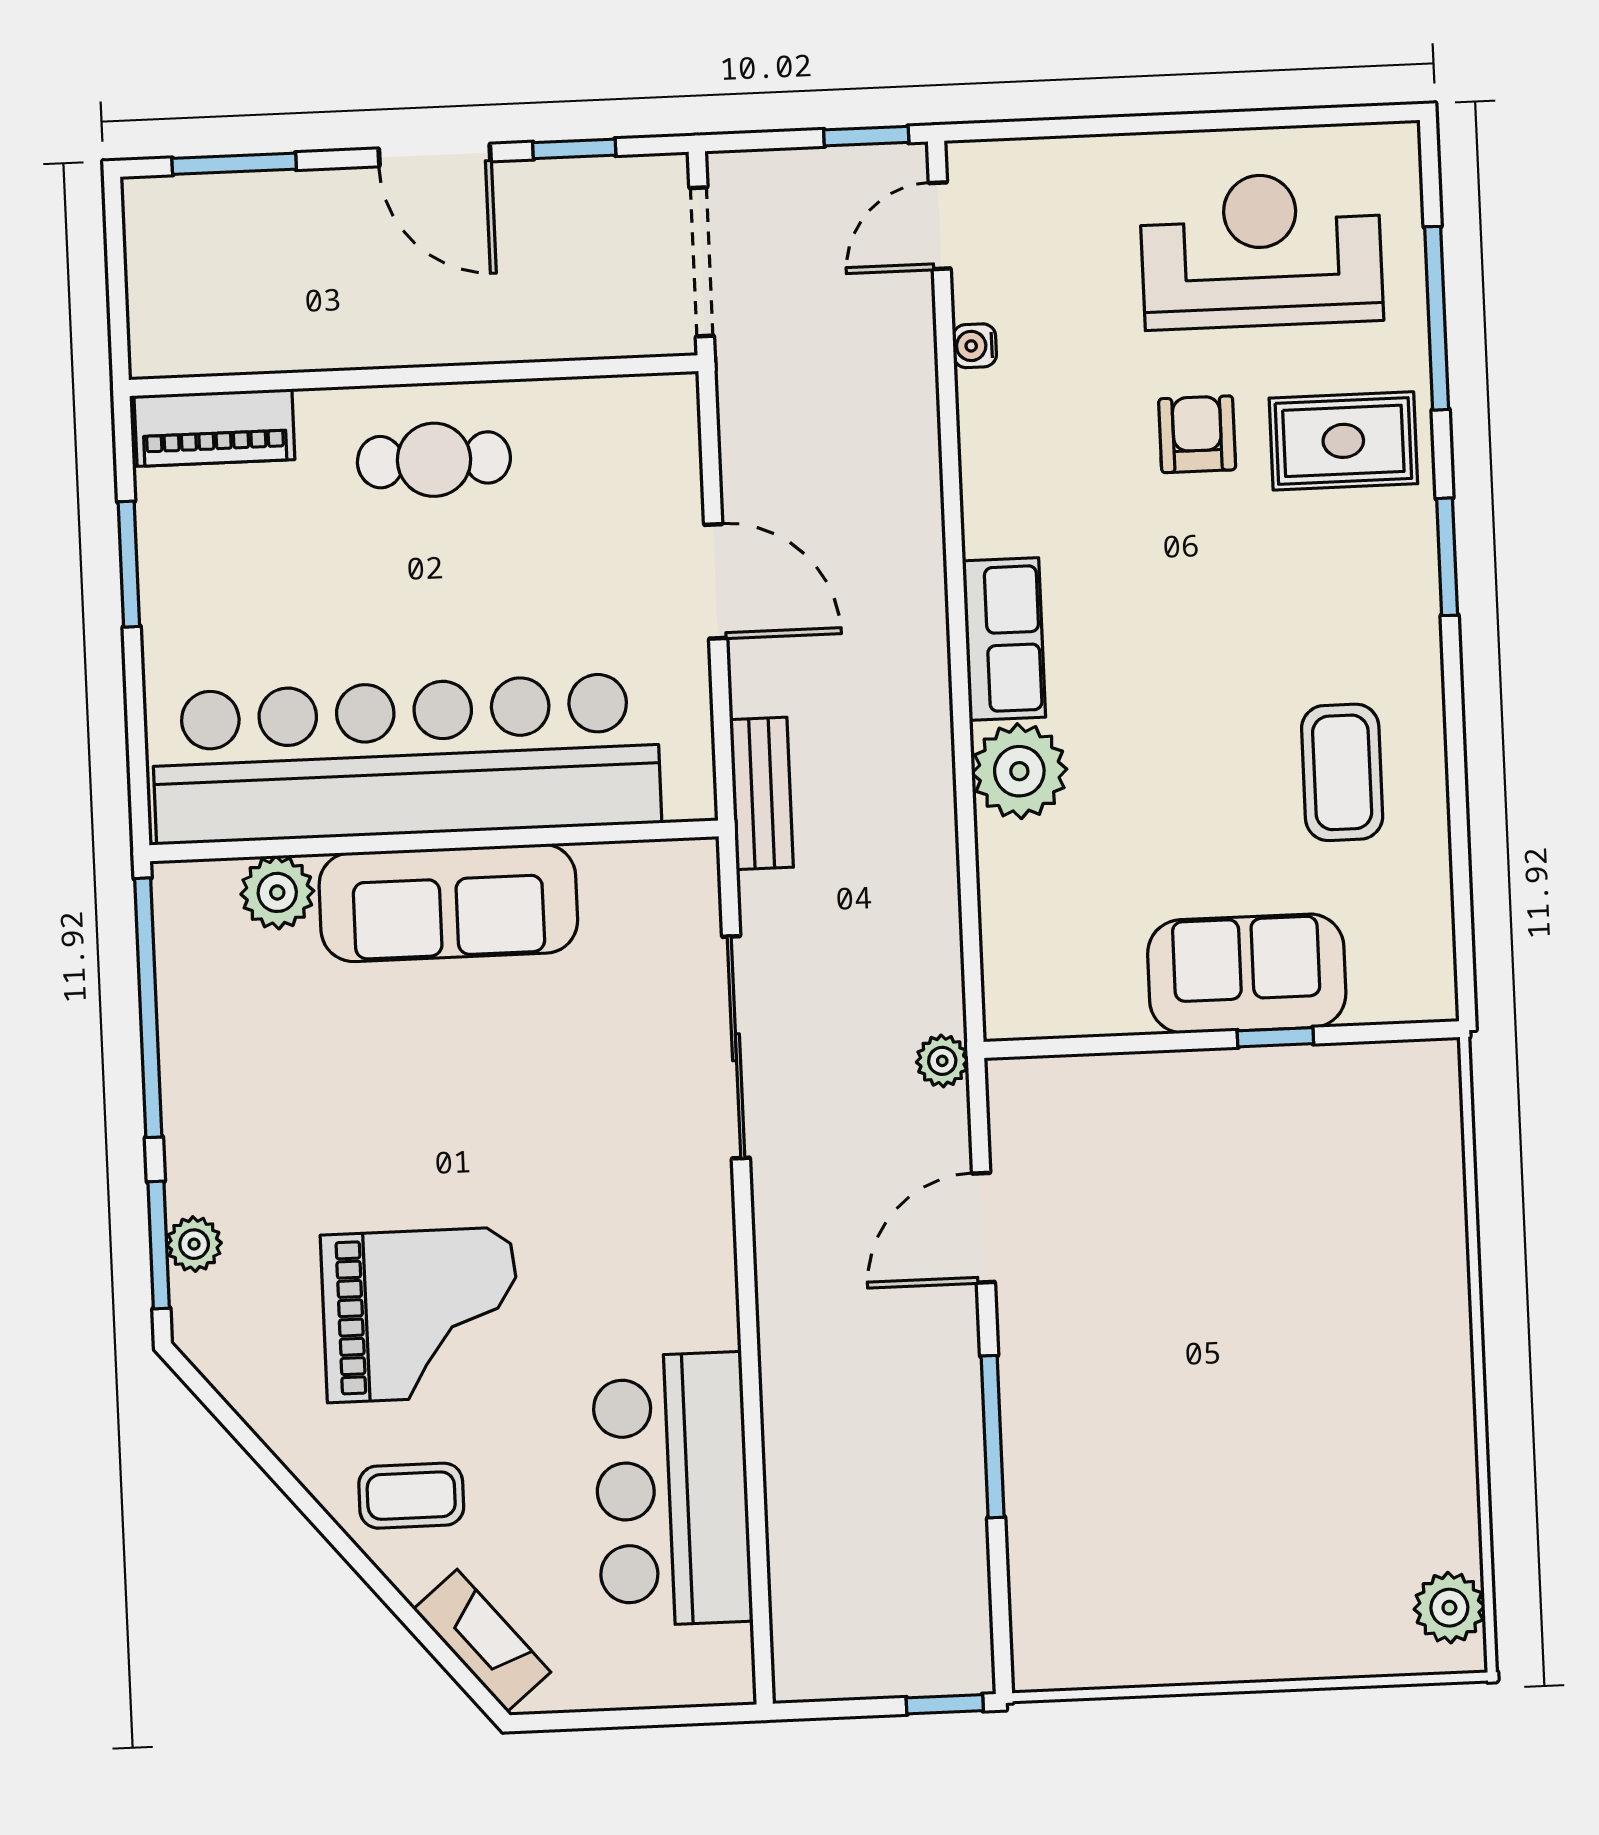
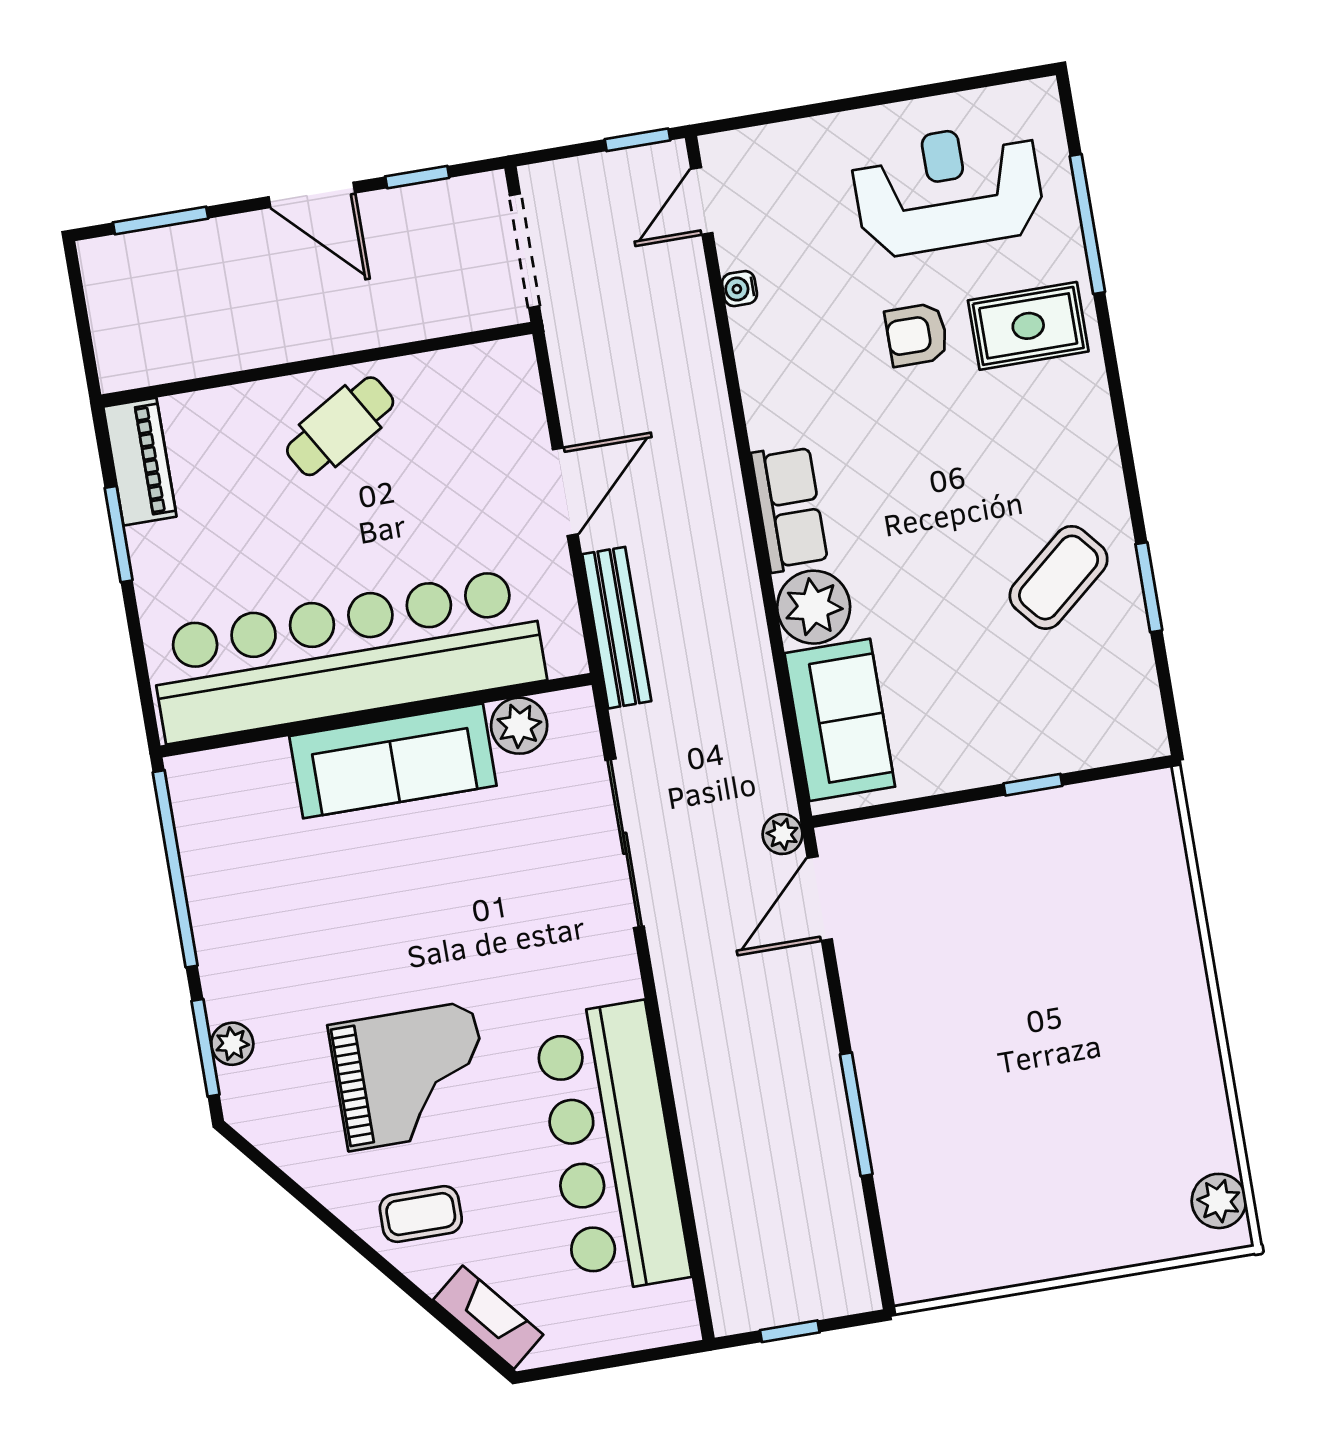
piano: (214, 428) -> (140, 462), moved, turned -90
armchair: (1197, 434) -> (917, 335), turned -90
cafe table: (434, 460) -> (340, 426), turned -31
window: (1447, 557) -> (1149, 587), moved
door: (716, 581) -> (565, 492), hinge flipped
coffee table: (1342, 772) -> (1059, 577), turned 50
bench: (762, 793) -> (617, 628), width x1.36
plant: (277, 892) -> (519, 726), moved
sofa: (1247, 974) -> (840, 720), moved, turned 90
door: (984, 1228) -> (820, 899), moved
bar counter: (672, 1489) -> (612, 1148), width x1.36
window: (945, 1704) -> (790, 1331), moved

